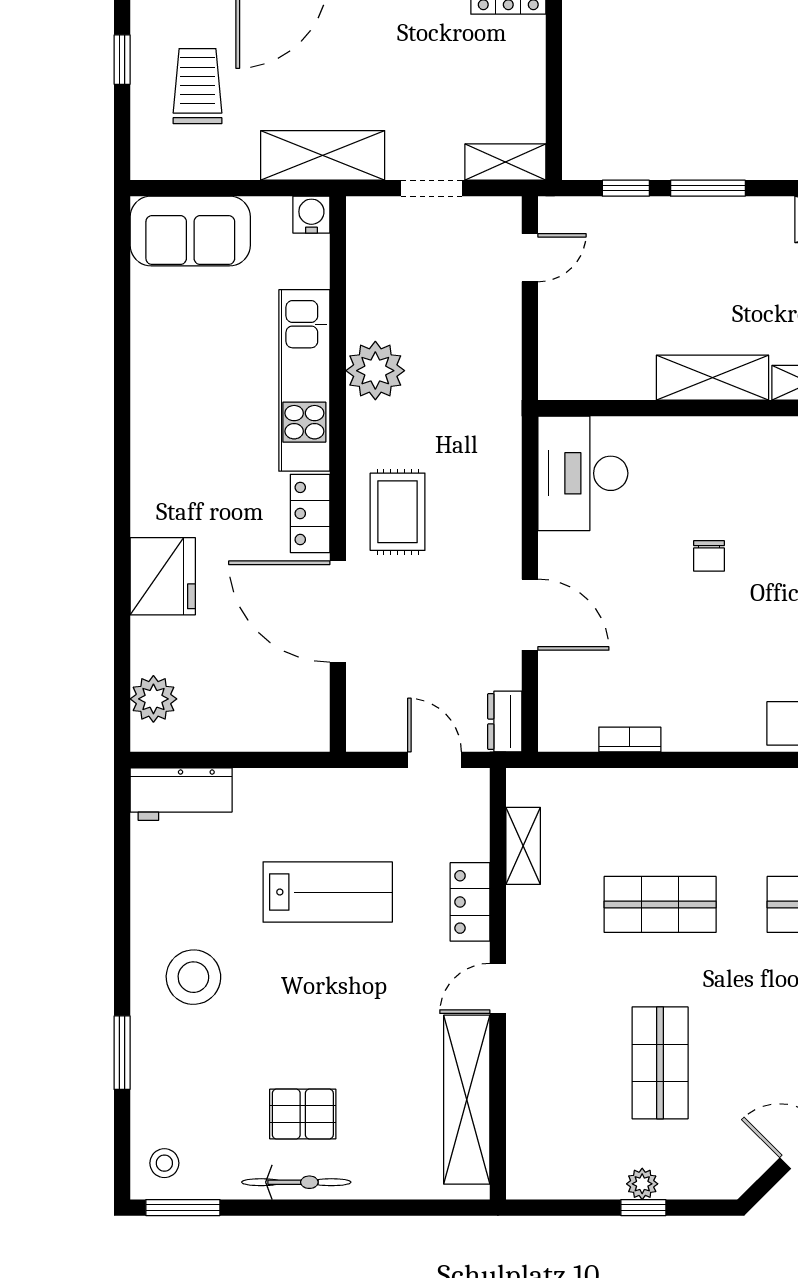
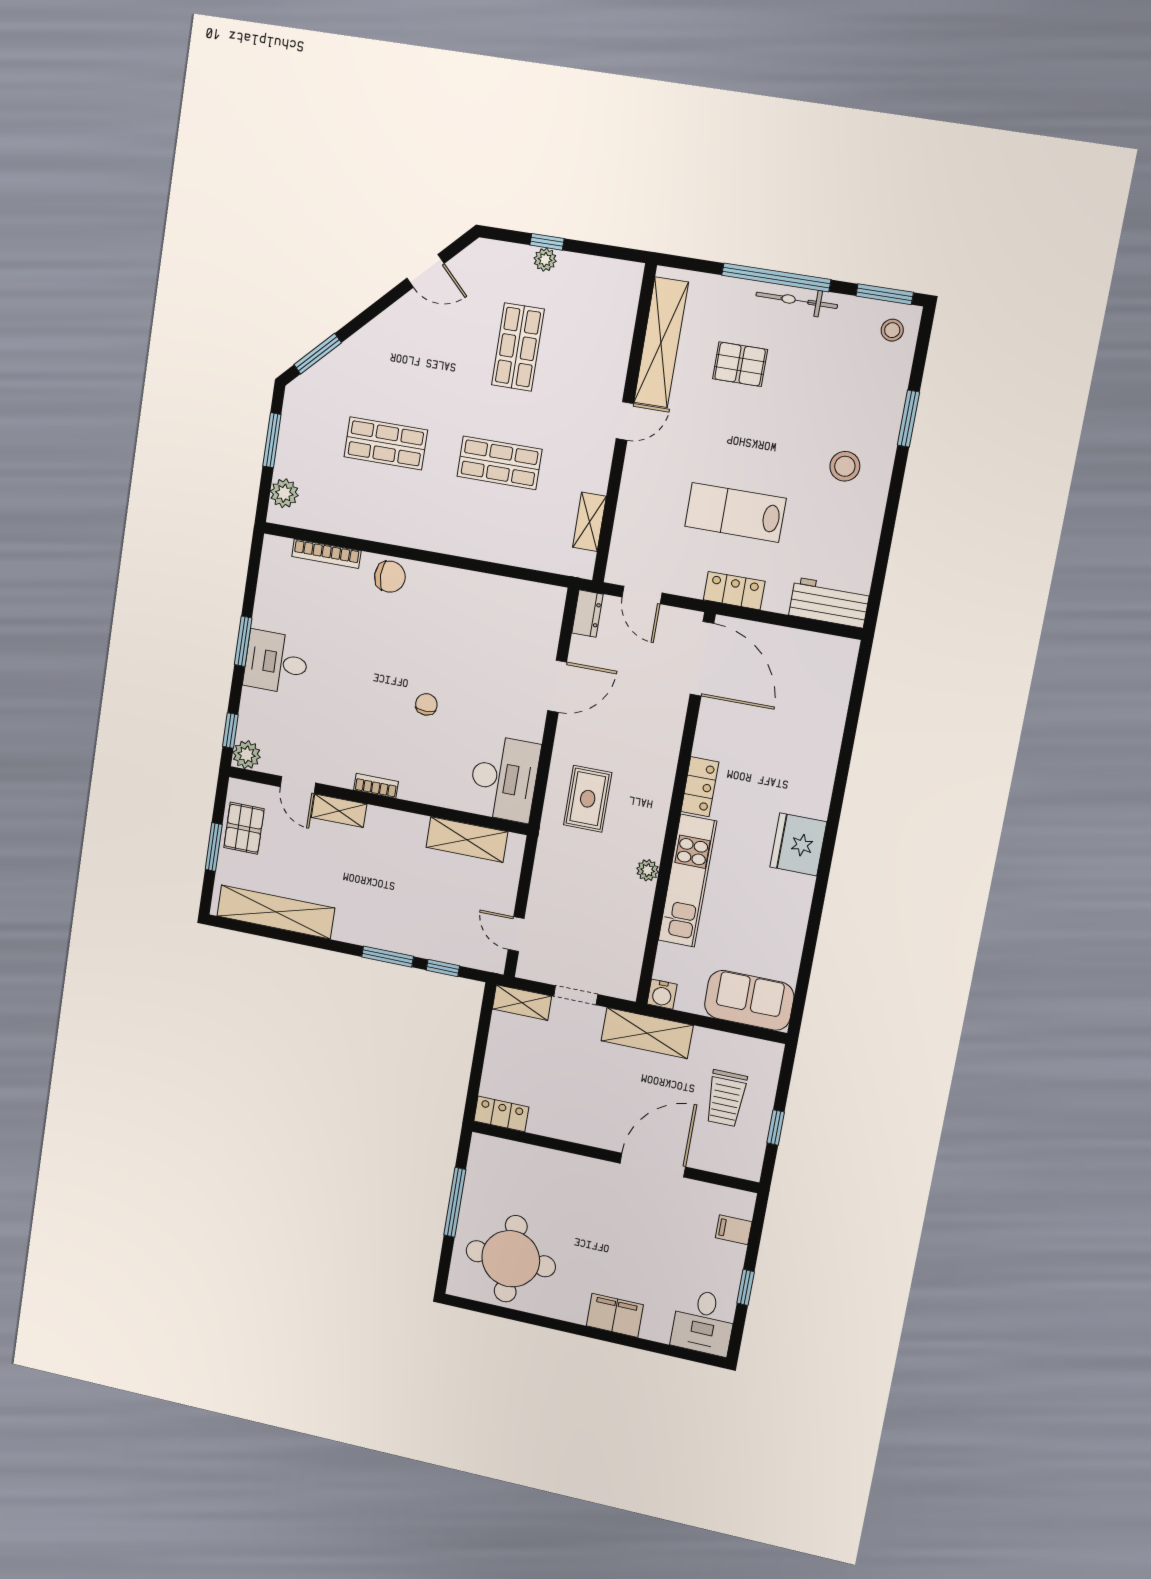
door: (530, 258) -> (516, 934), hinge flipped
plant: (375, 371) -> (648, 870), width x0.53, depth x0.53
shelving: (713, 378) -> (467, 839), moved
rug: (398, 512) -> (588, 799), moved
fridge: (163, 576) -> (798, 844), moved
door: (338, 612) -> (702, 659), moved
door: (530, 615) -> (557, 686), swing flipped
plant: (153, 699) -> (837, 675), removed
bookcase: (630, 739) -> (376, 786), moved, turned 180
locker: (470, 902) -> (734, 591), moved, turned -90
stool: (193, 977) -> (845, 466), width x0.73, depth x0.73
pallet: (303, 1114) -> (740, 364), moved
window: (328, 1208) -> (776, 277), added

